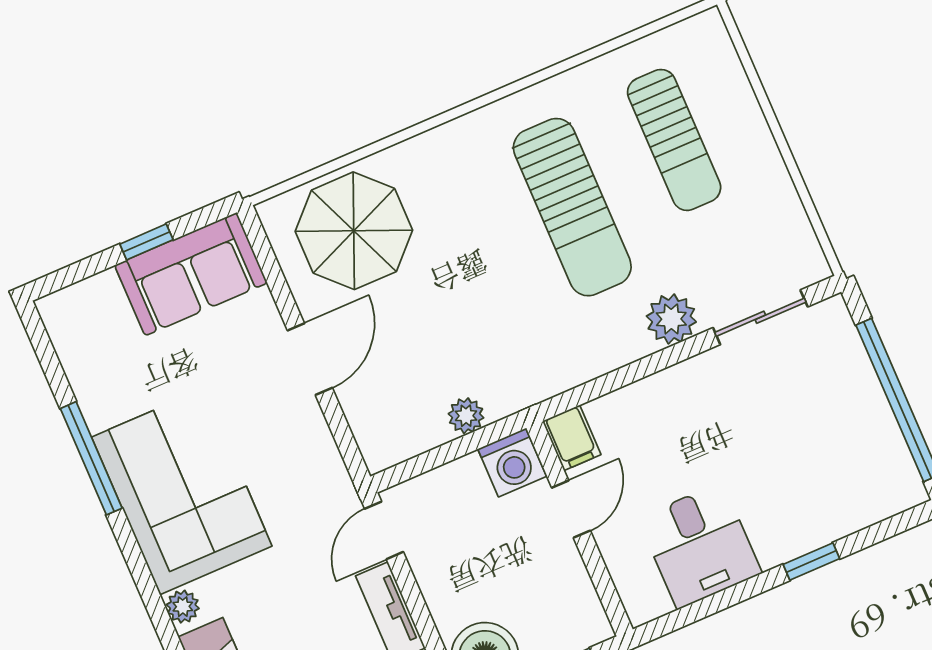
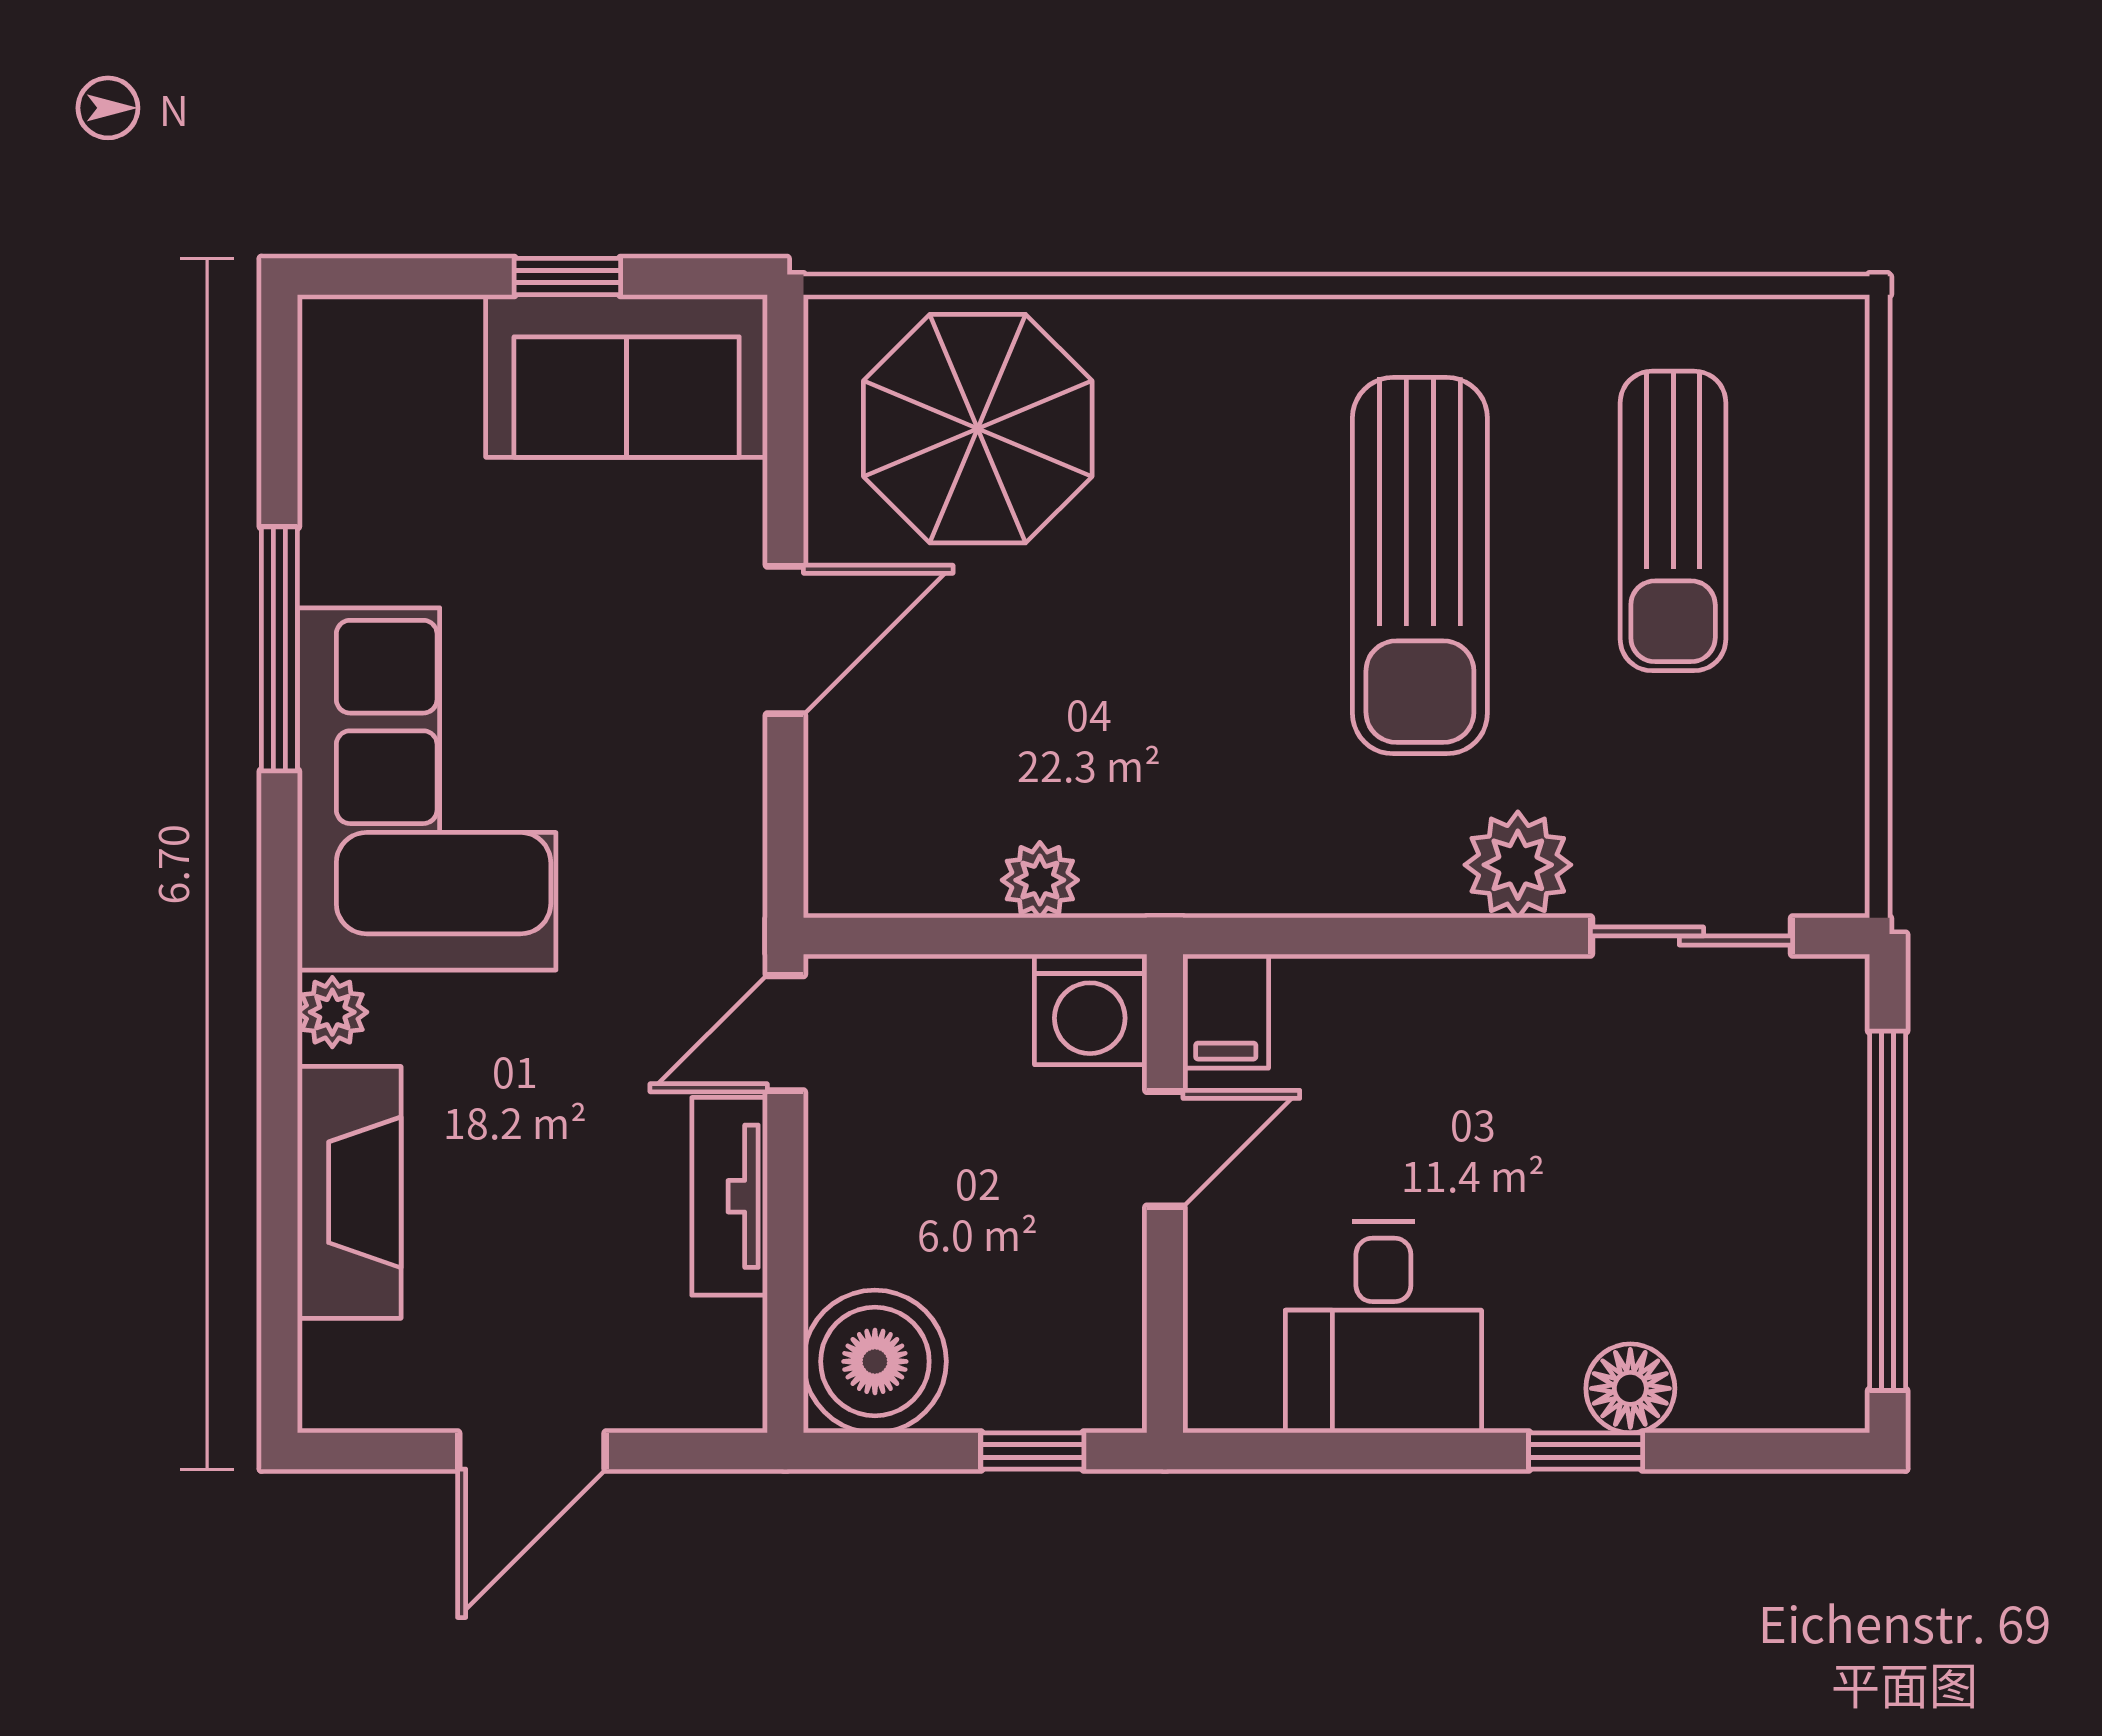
floor lamp: (819, 526) -> (1630, 1388), added

